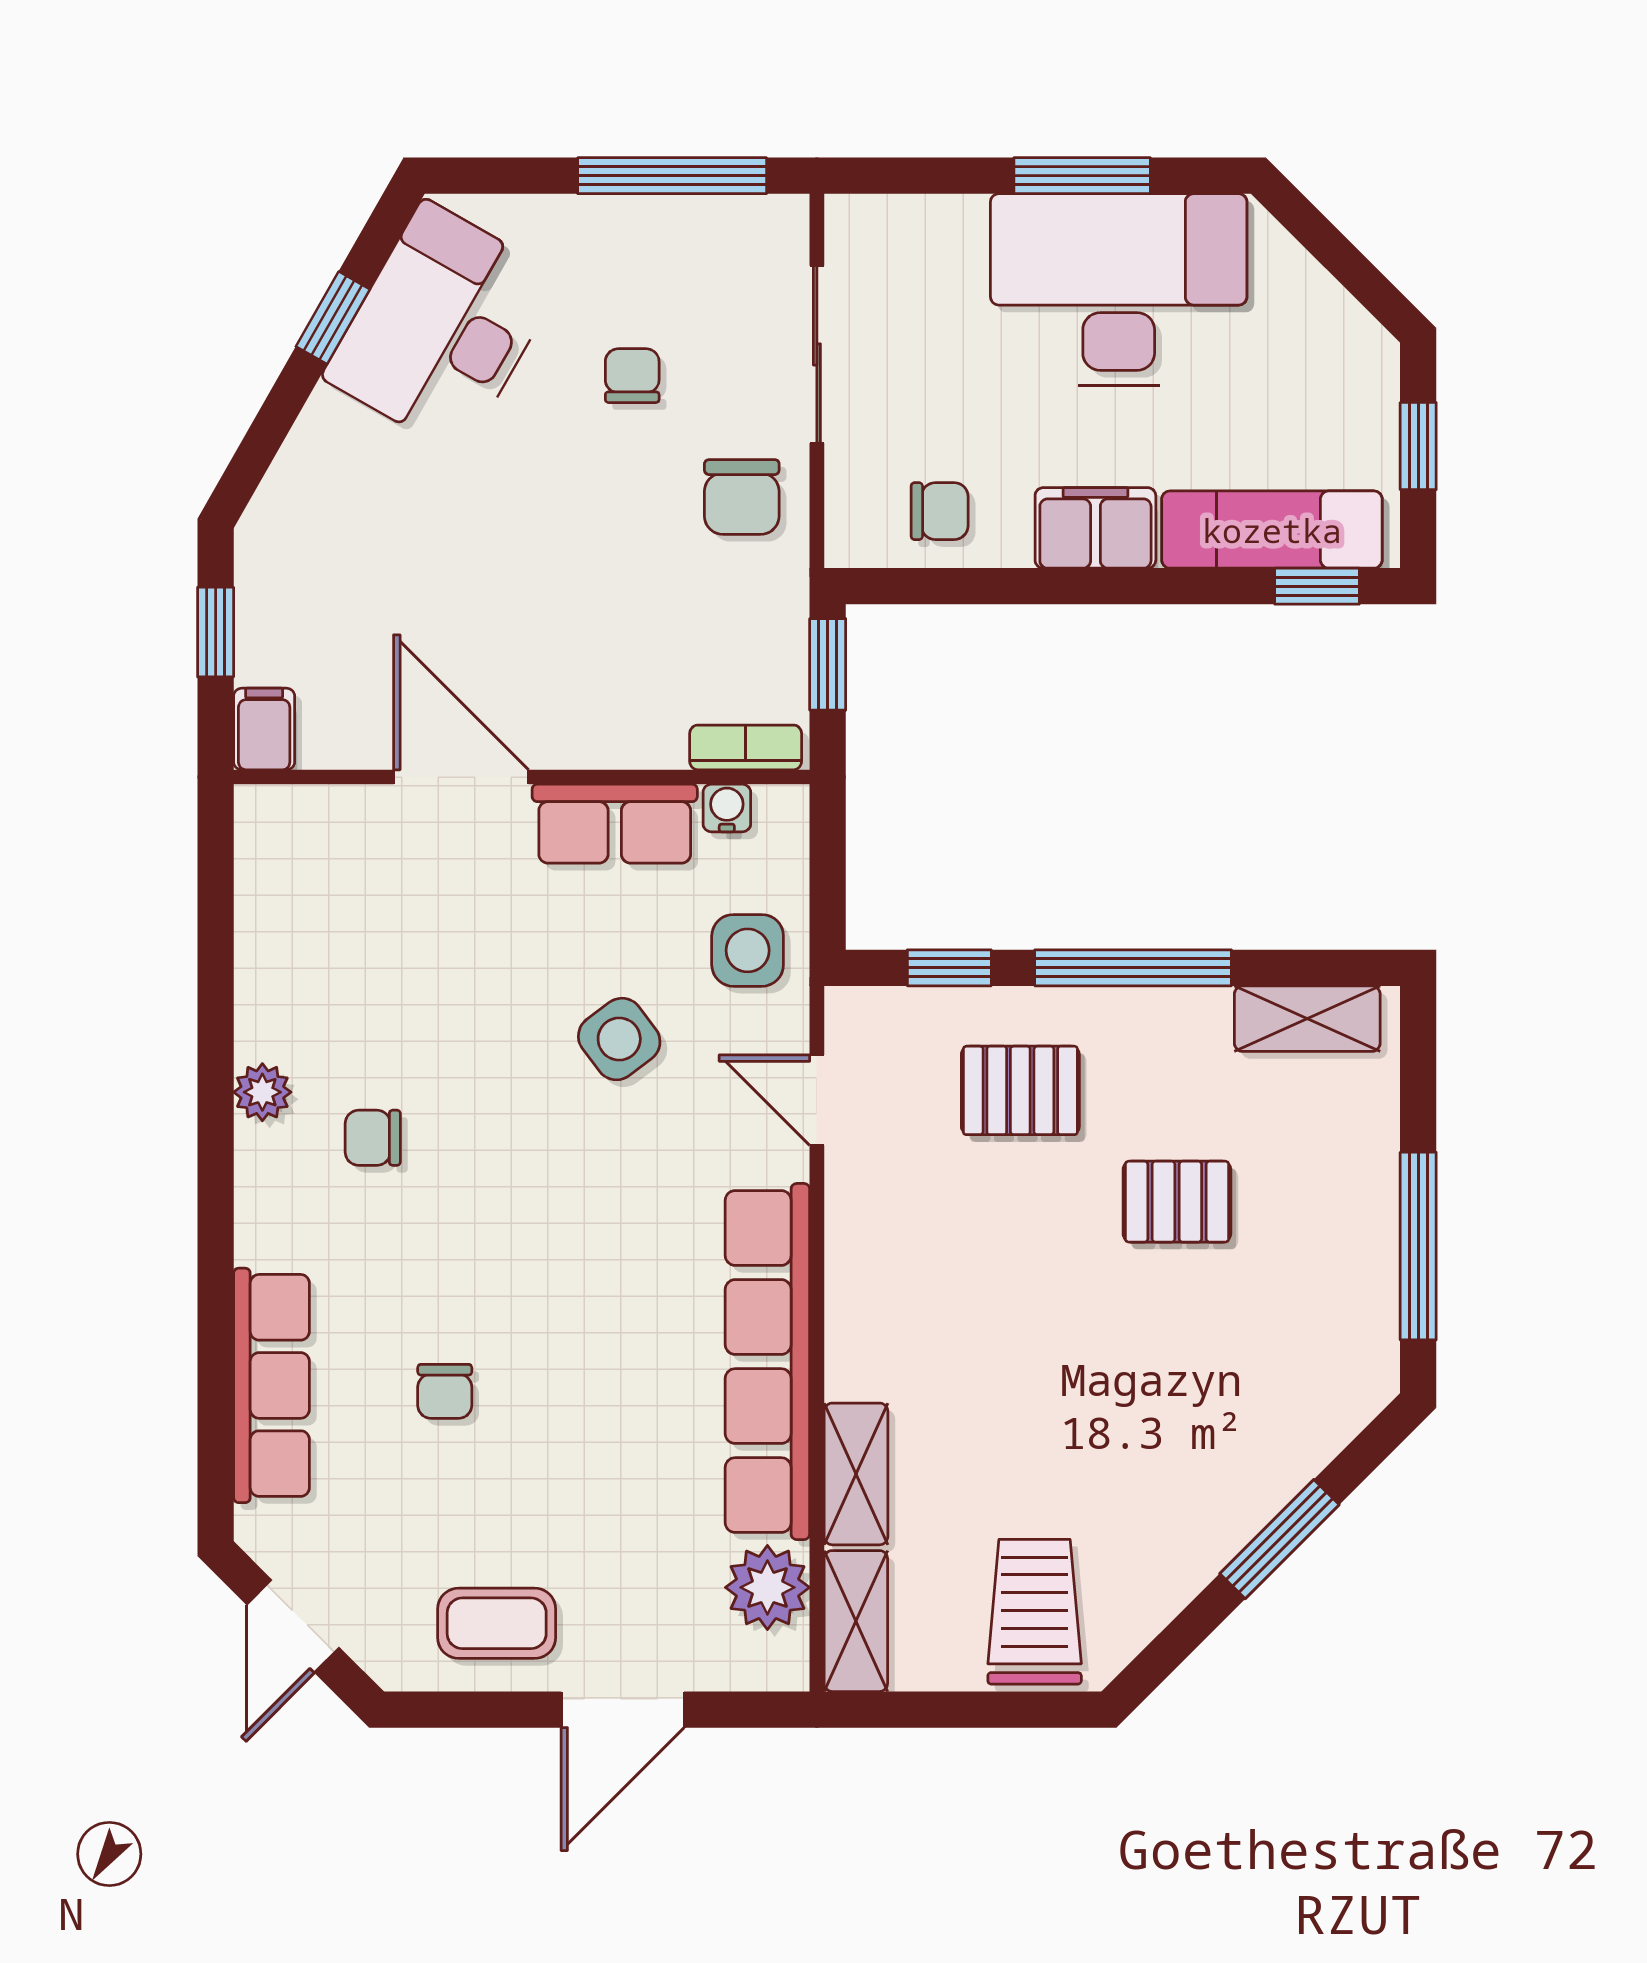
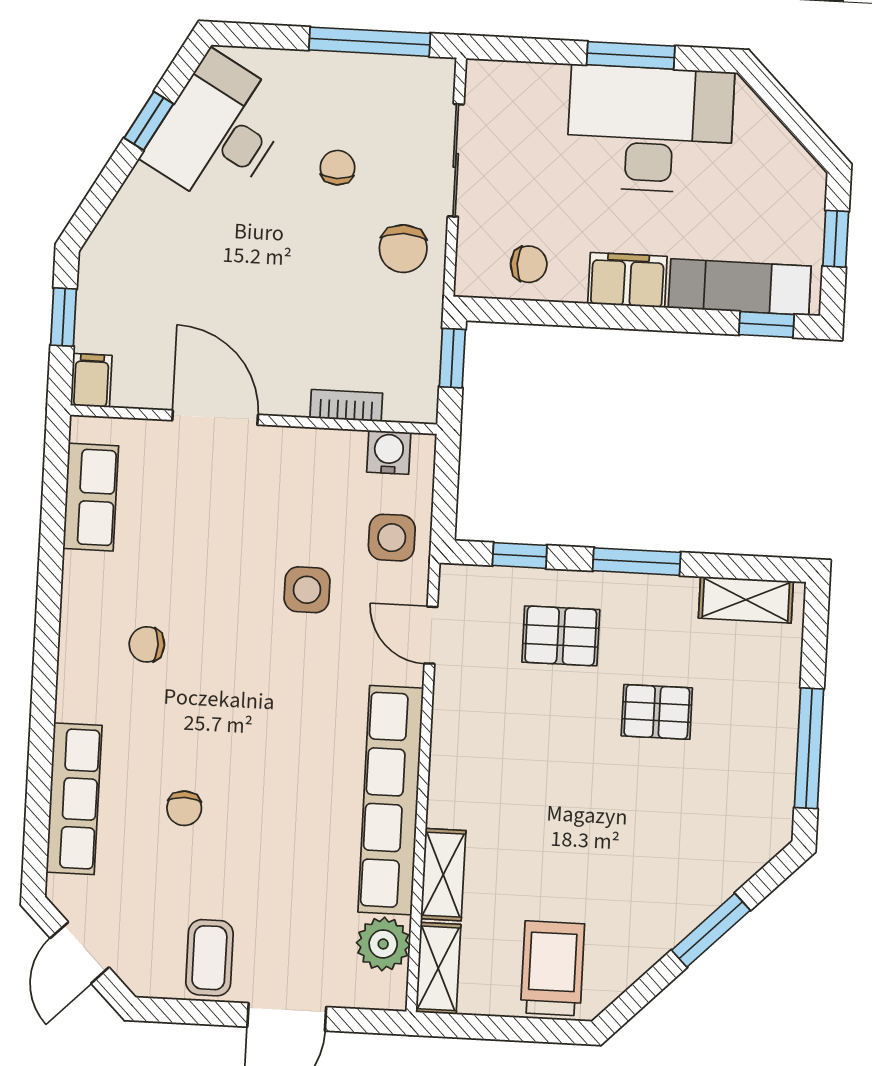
bookcase: (746, 747) -> (346, 406), moved
water cooler: (727, 808) -> (389, 452), width x1.38, depth x1.38
row of seats: (615, 824) -> (91, 497), moved, turned -90
window: (1133, 968) -> (637, 562), width x0.69
side table: (619, 1039) -> (307, 590), turned 37
plant: (262, 1092) -> (78, 612), removed
coffee table: (497, 1623) -> (209, 958), turned 90

